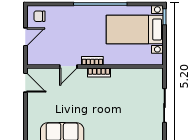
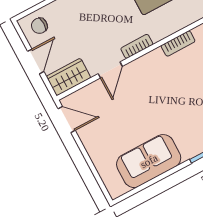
wardrobe: (40, 57) -> (68, 77), added
bookcase: (99, 72) -> (178, 43), moved

